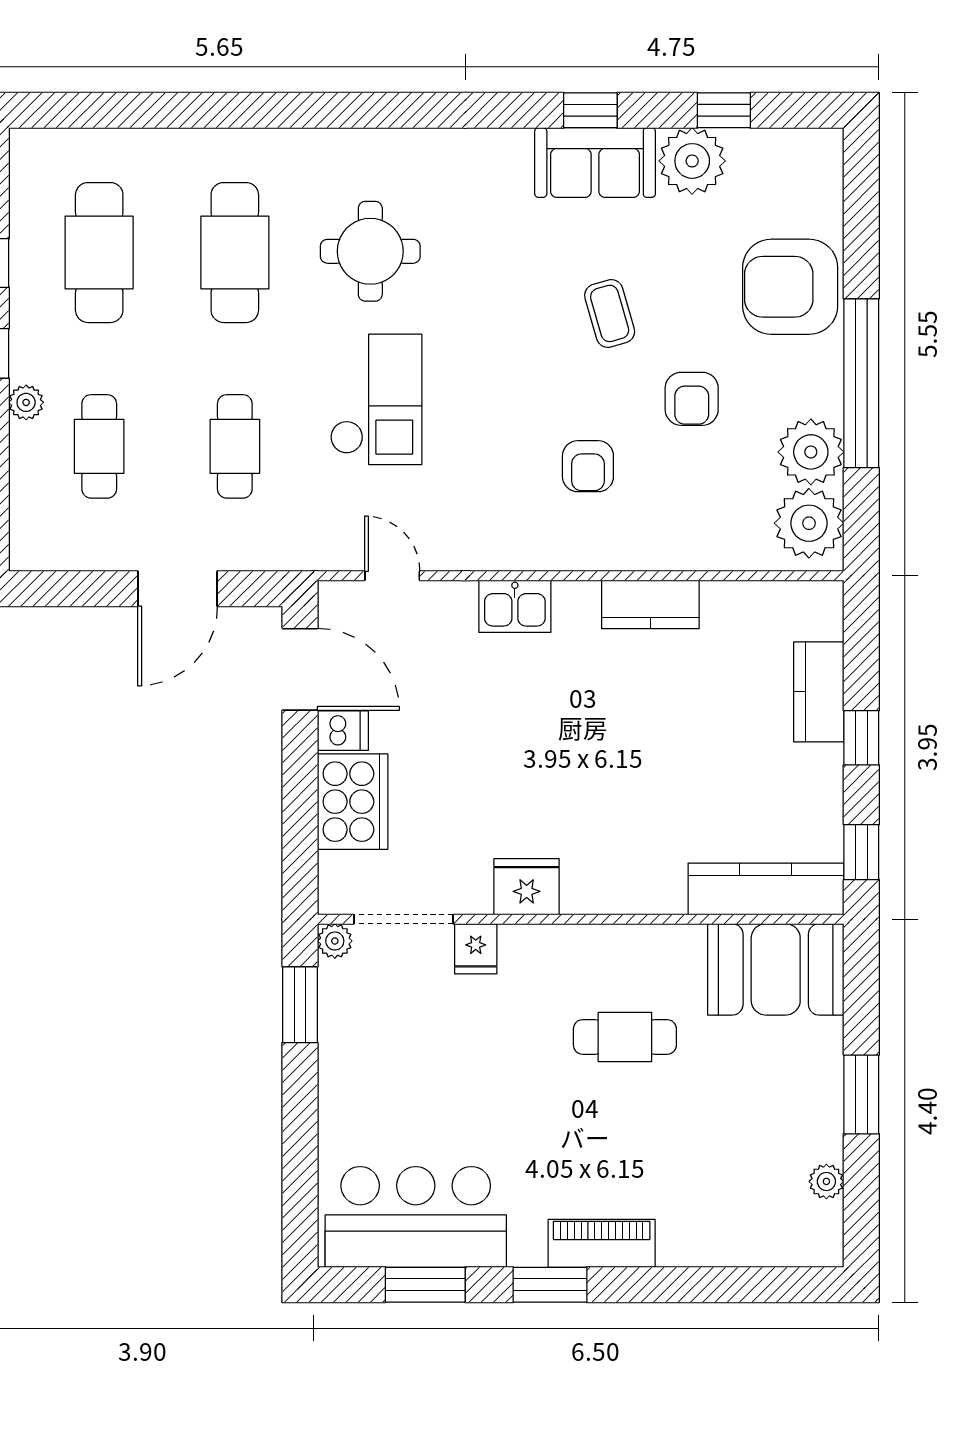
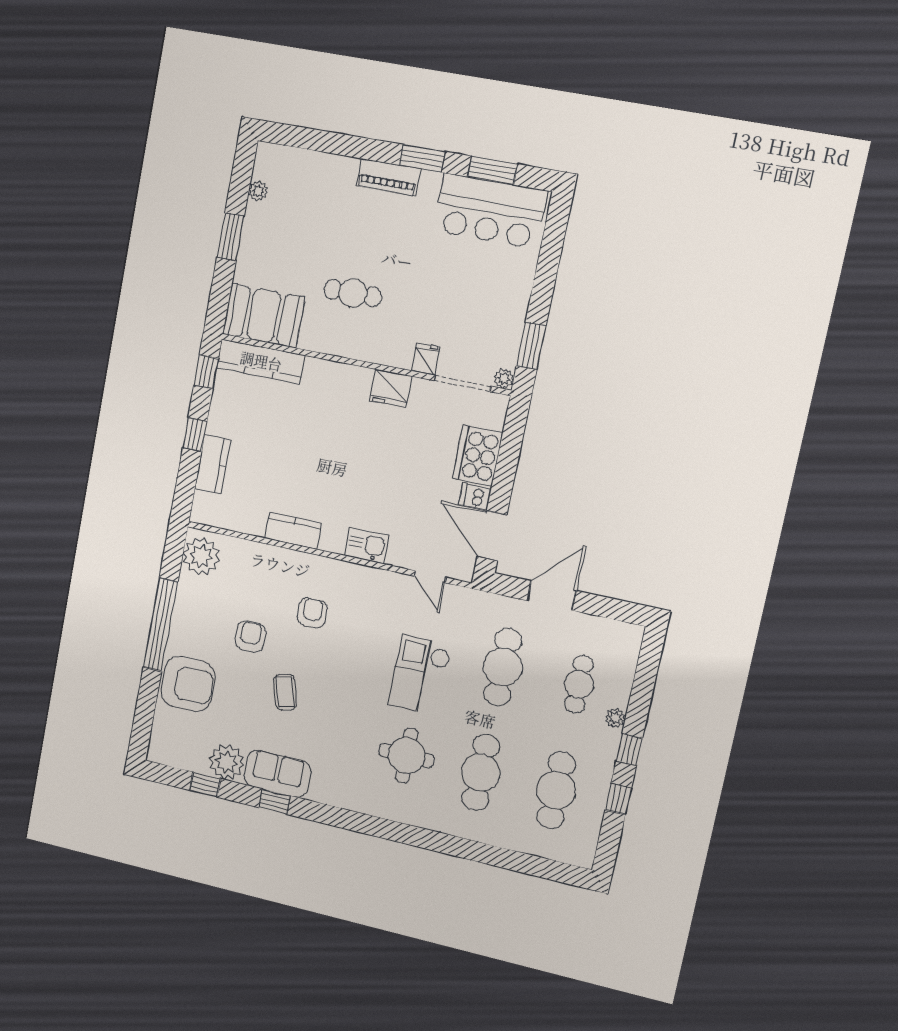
cafe table: (235, 446) -> (503, 667), width x1.37, depth x1.35
plant: (811, 452) -> (193, 594), removed

